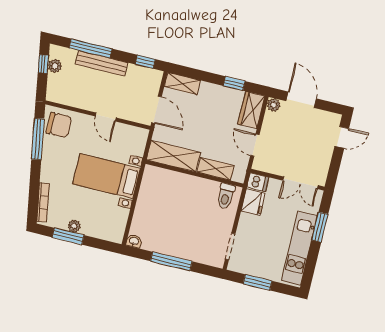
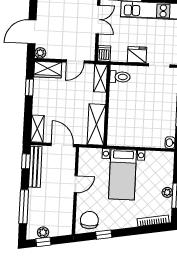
bench: (101, 63) -> (35, 167), moved
door: (157, 110) -> (62, 145), hinge flipped
window: (38, 139) -> (104, 235), width x0.46
shelving: (216, 169) -> (100, 78), moved
fridge: (253, 202) -> (137, 55), moved

